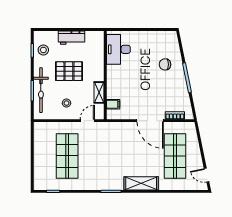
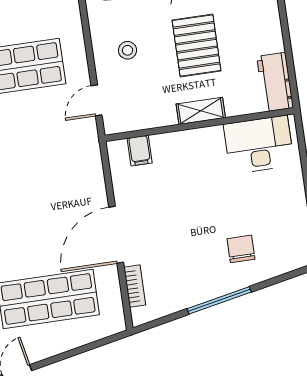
workbench: (71, 38) -> (275, 82), moved
shelving: (99, 92) -> (201, 111), moved
door: (87, 121) -> (96, 100), swing flipped

